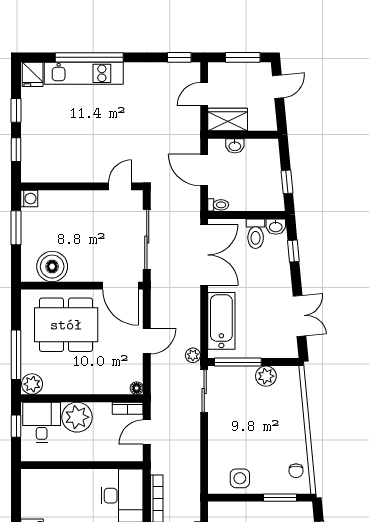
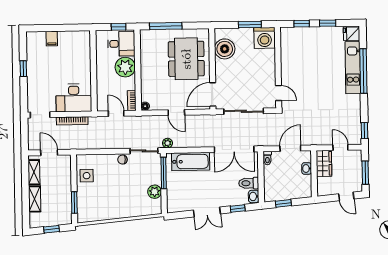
washing machine: (29, 199) -> (265, 38), width x1.89, depth x1.89
double door: (300, 316) -> (207, 212), moved
plant: (32, 384) -> (147, 37), removed
chair: (296, 471) -> (122, 160), moved

